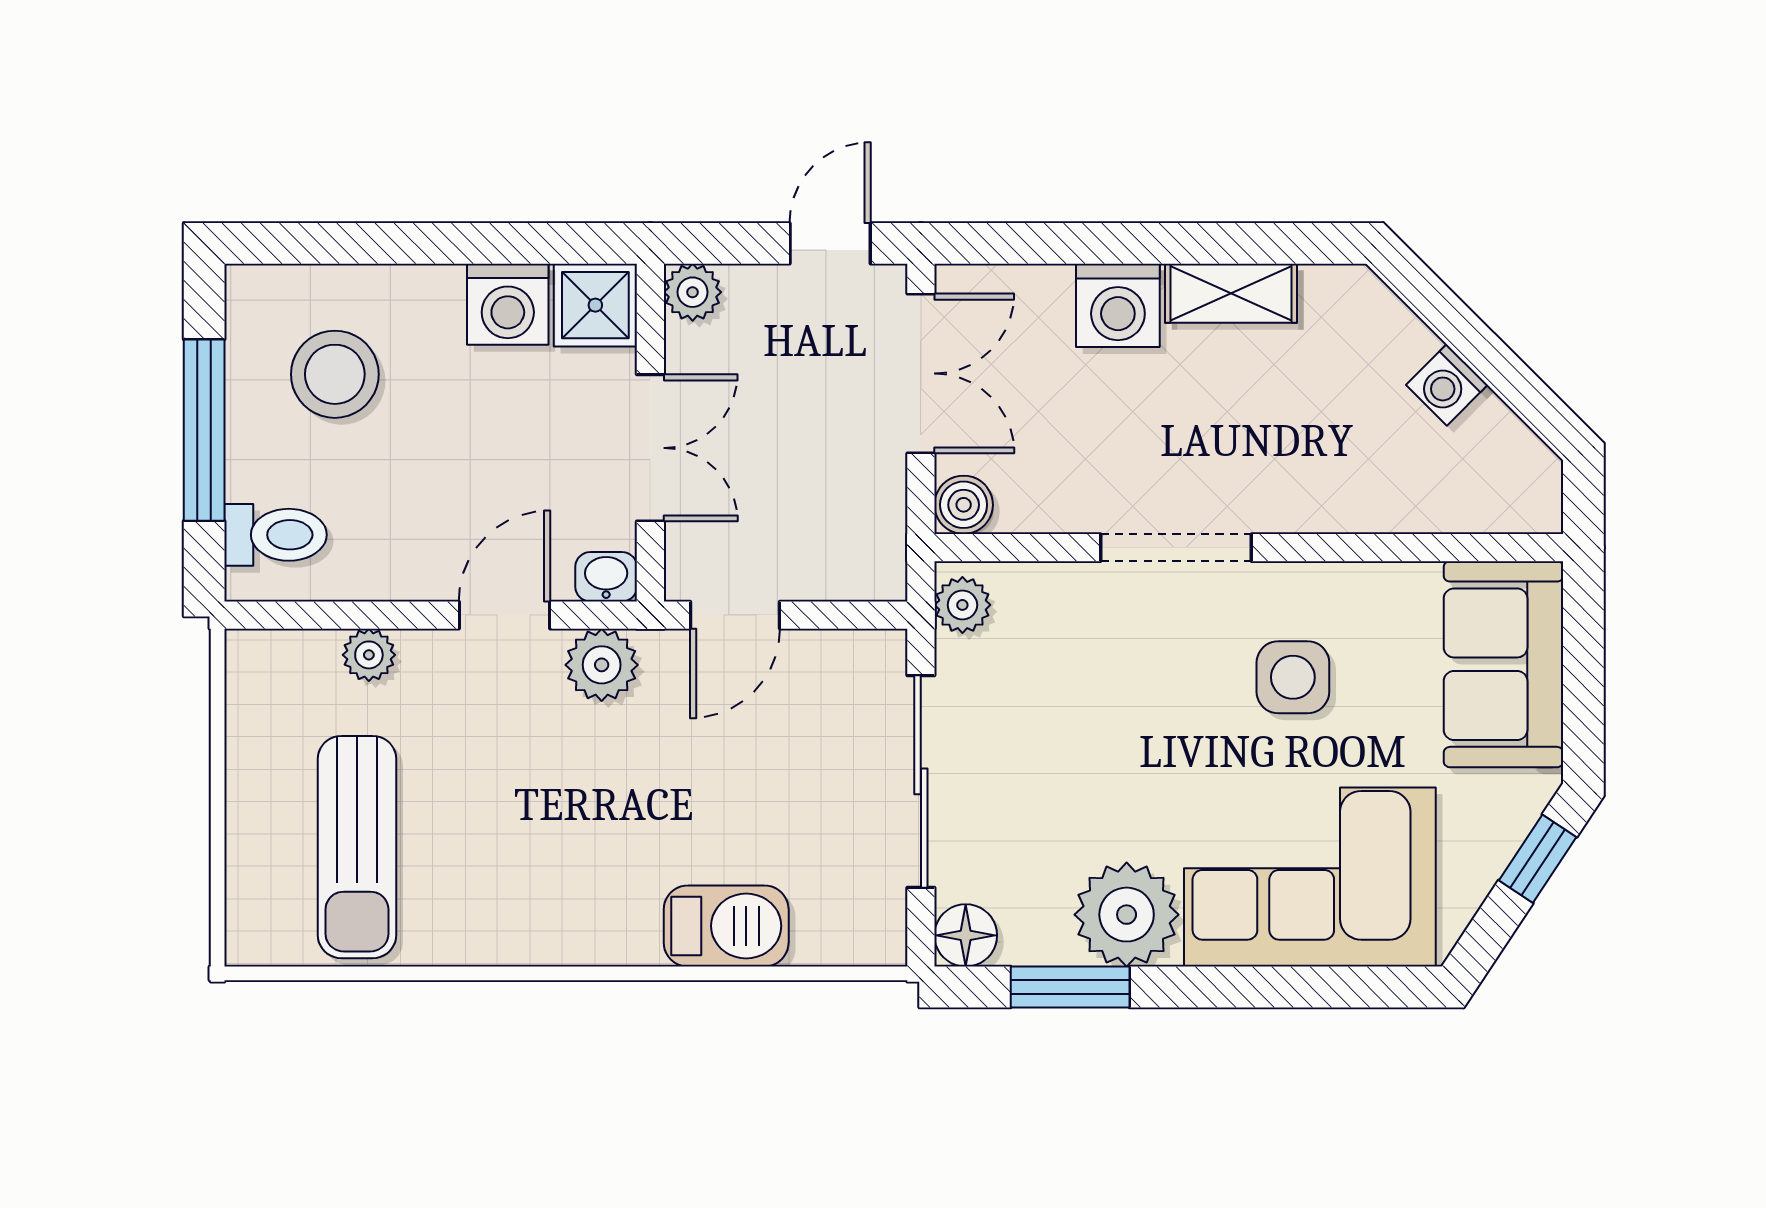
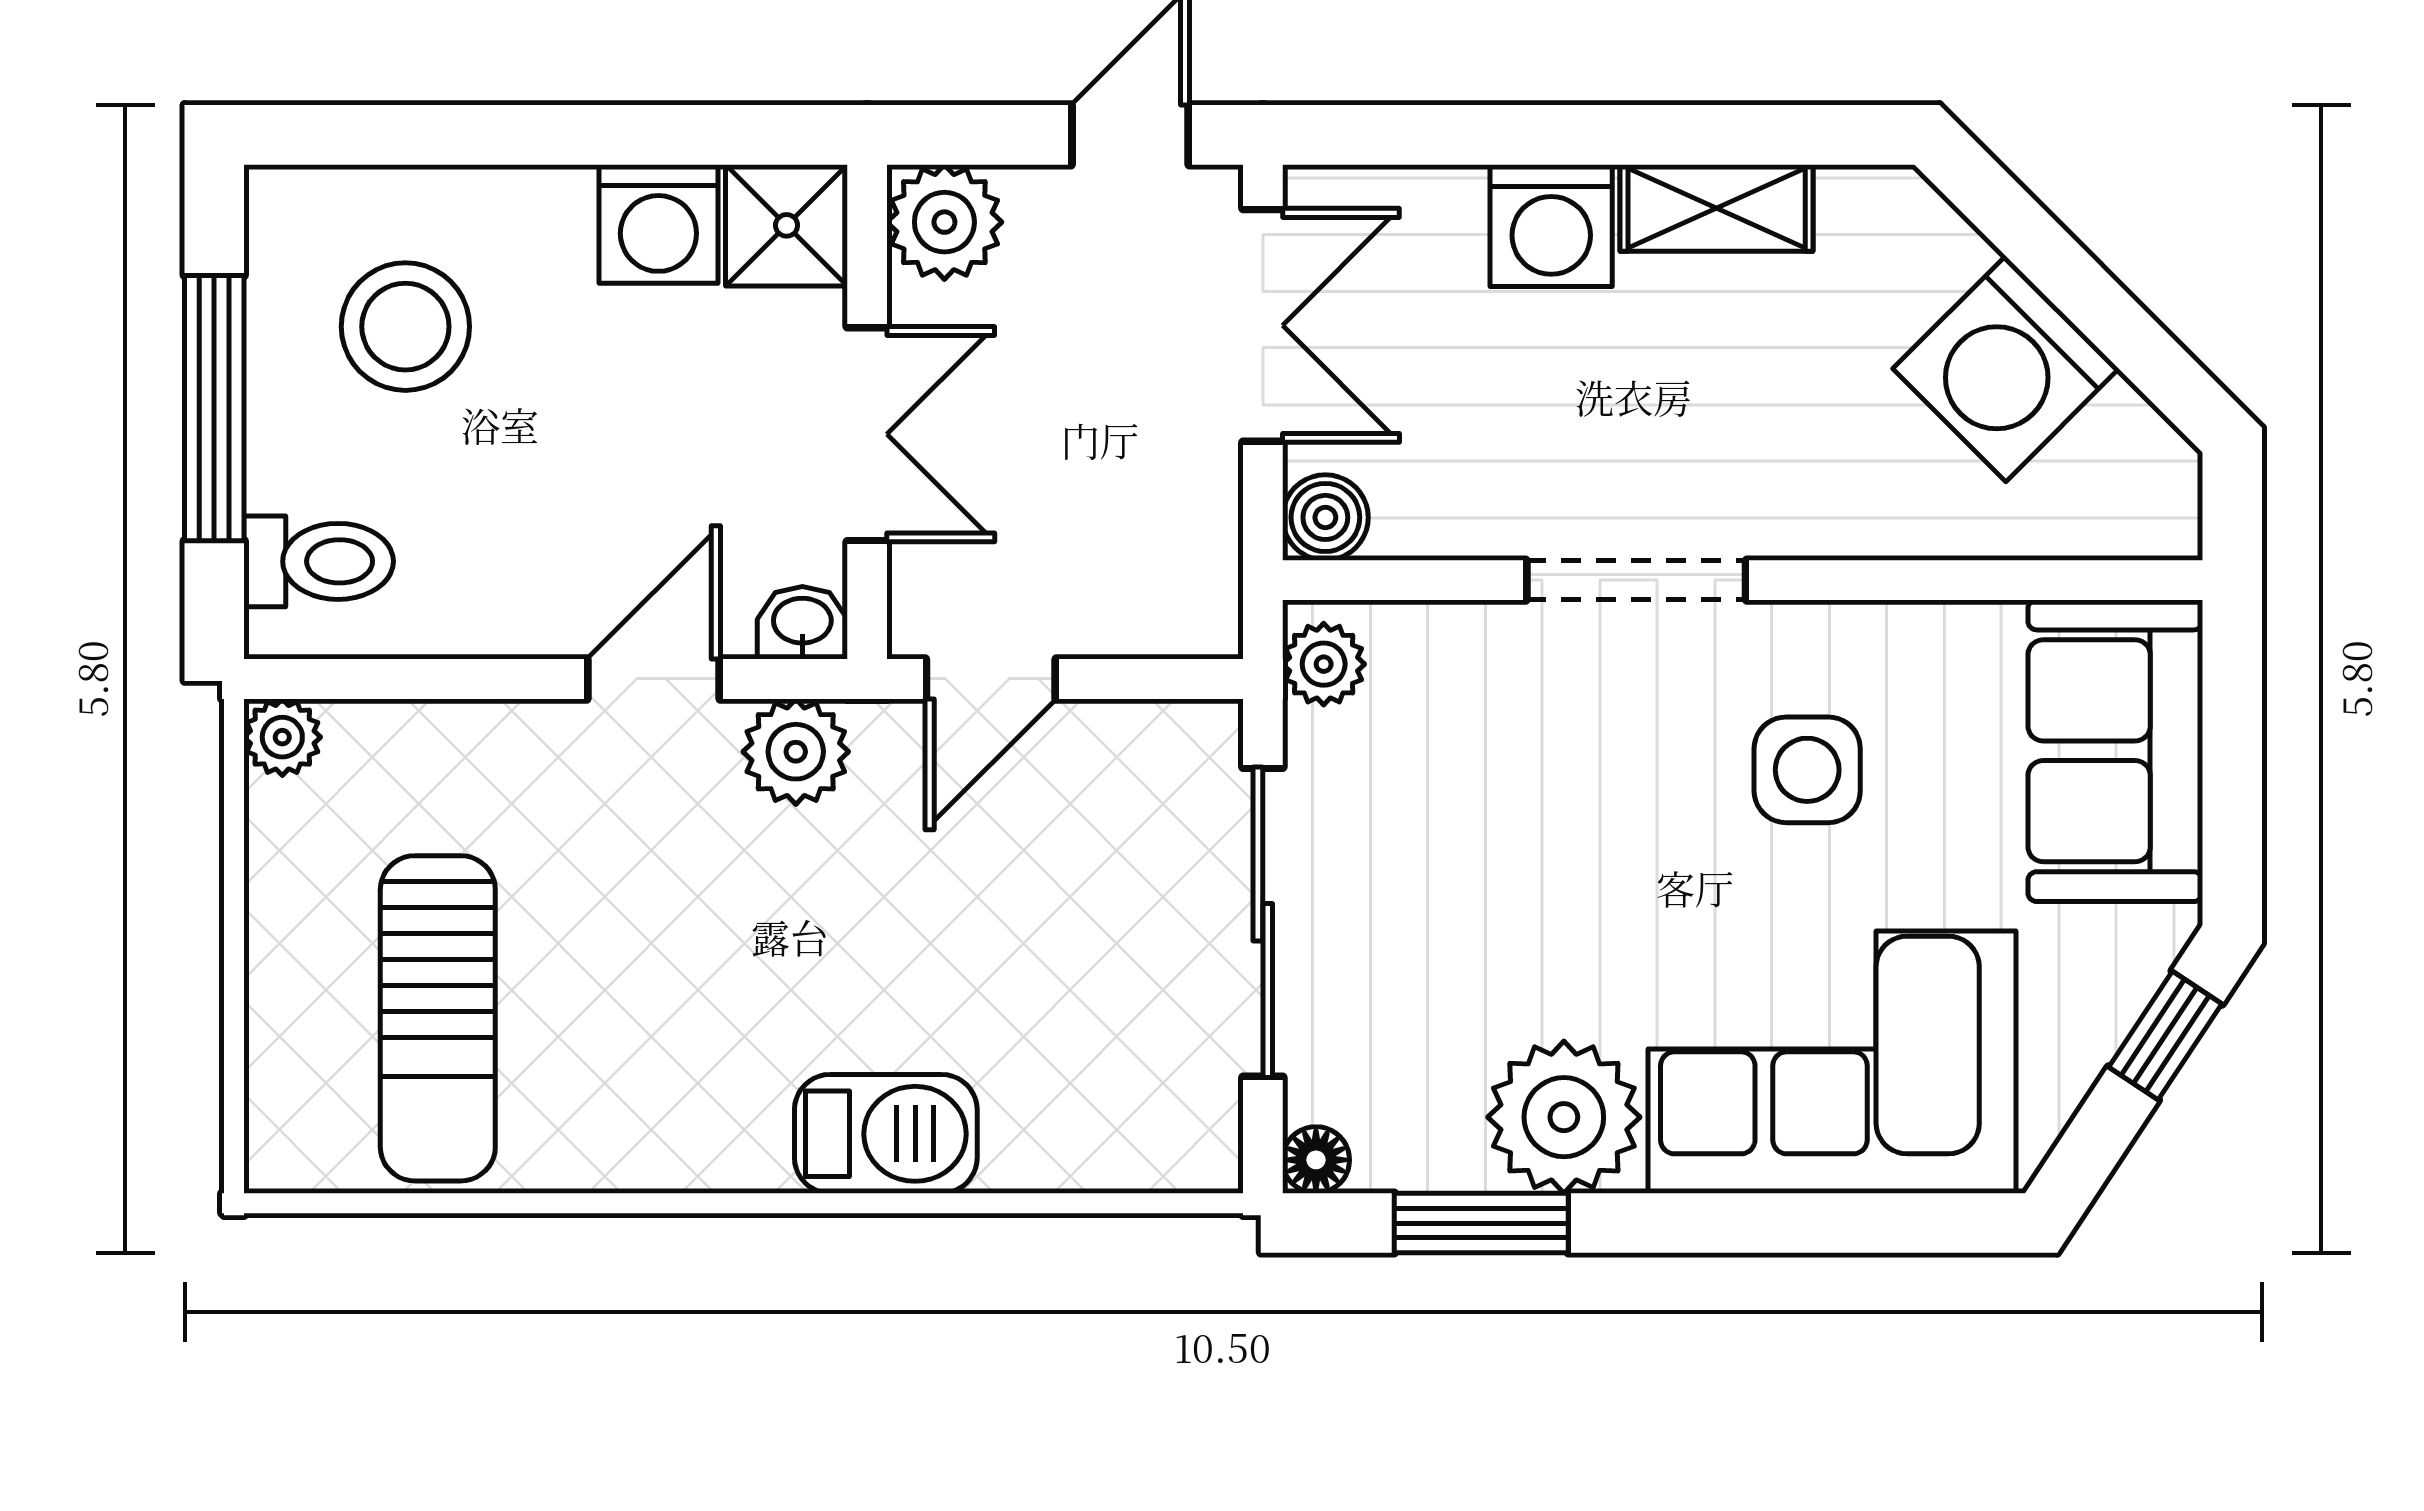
plant: (693, 292) -> (944, 222), width x1.38, depth x1.38
washing machine: (1447, 385) -> (2006, 369), width x1.89, depth x1.89
plant: (369, 655) -> (282, 737), moved
barbecue: (726, 926) -> (886, 1134), moved
floor lamp: (966, 935) -> (1316, 1160), width x0.73, depth x0.73

